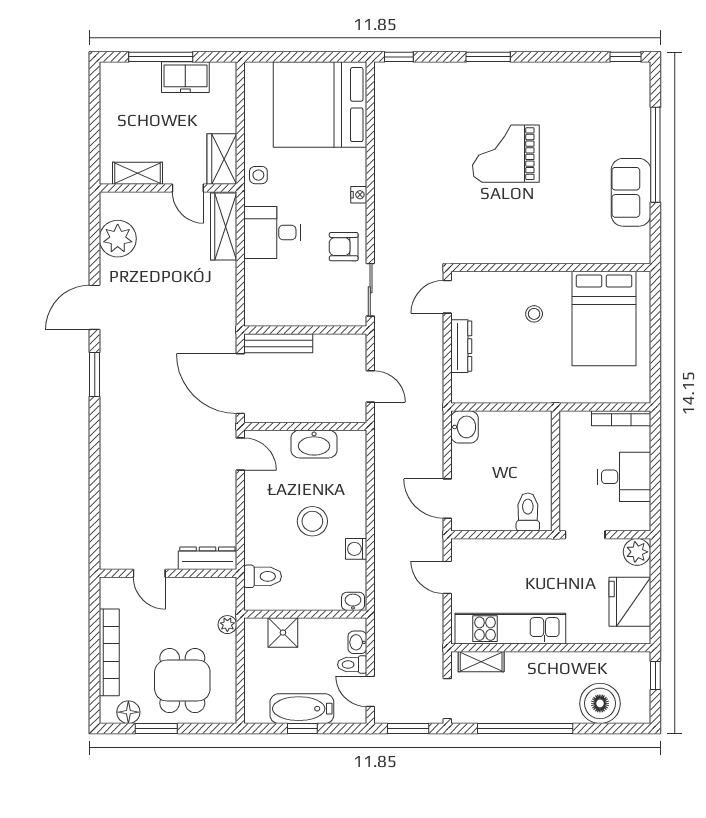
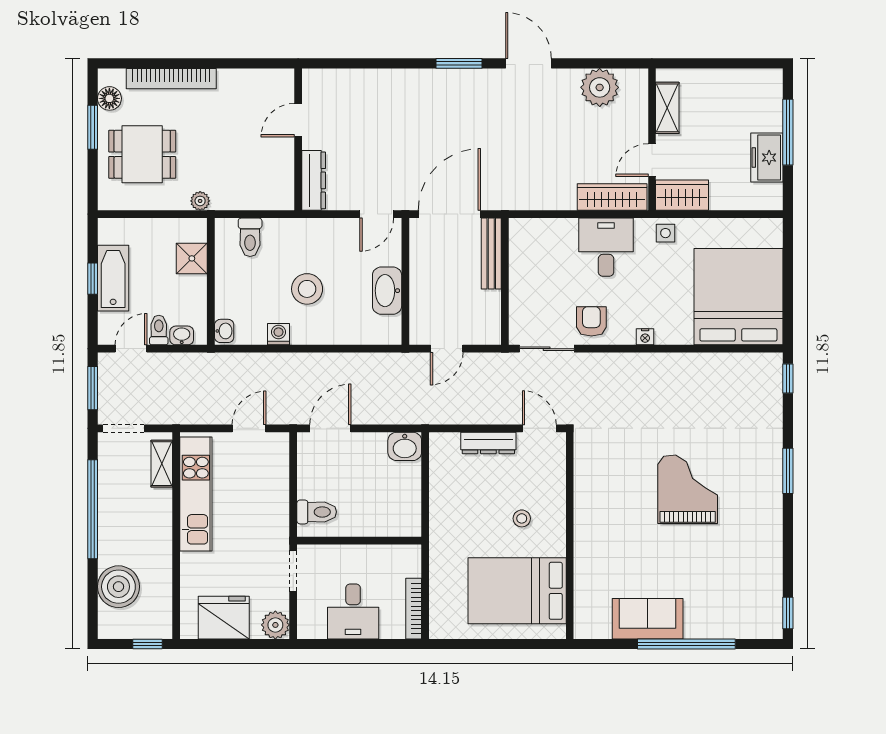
dresser: (207, 558) -> (314, 180), moved
door: (149, 573) -> (298, 120), moved
wall: (168, 573) -> (298, 139), moved

